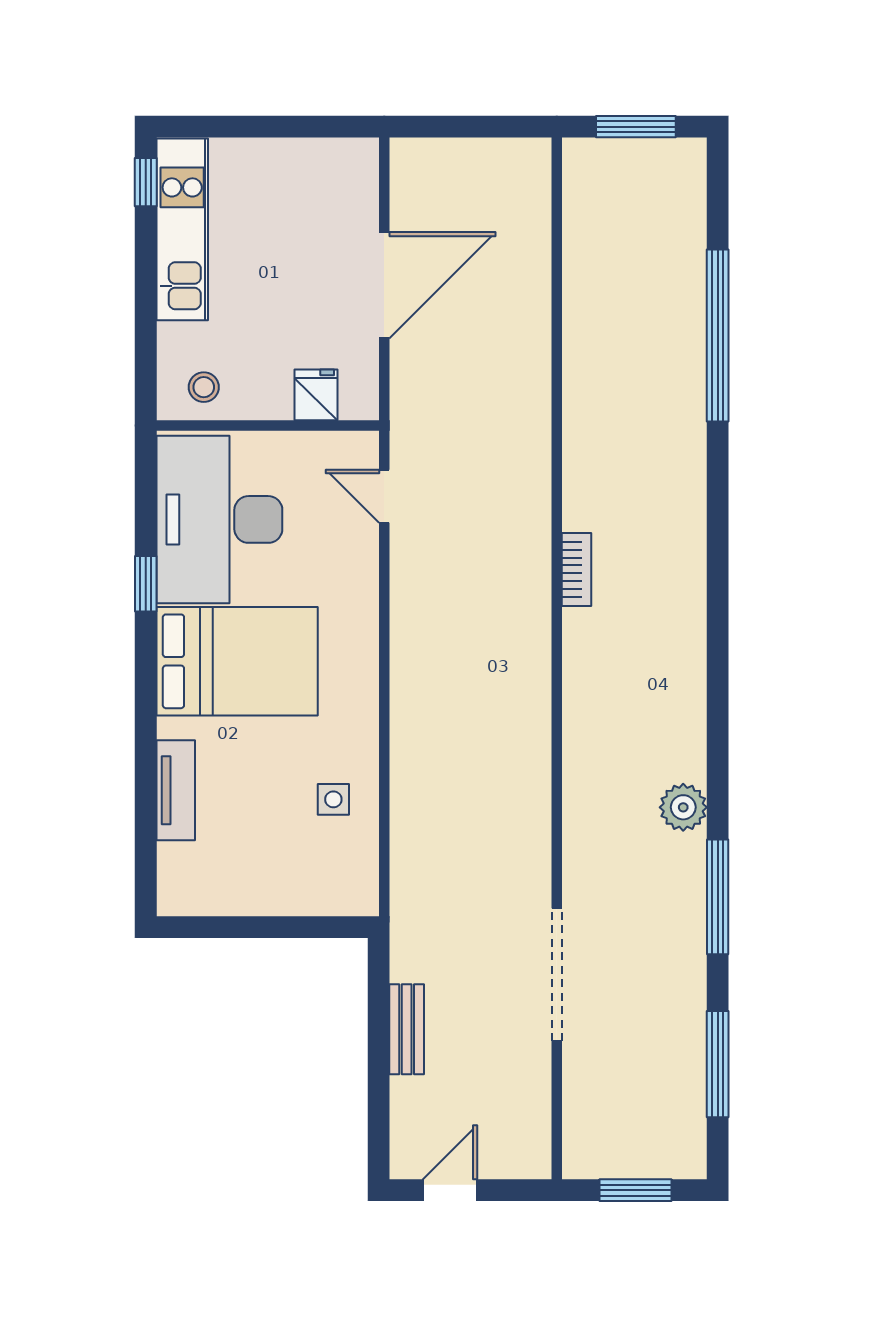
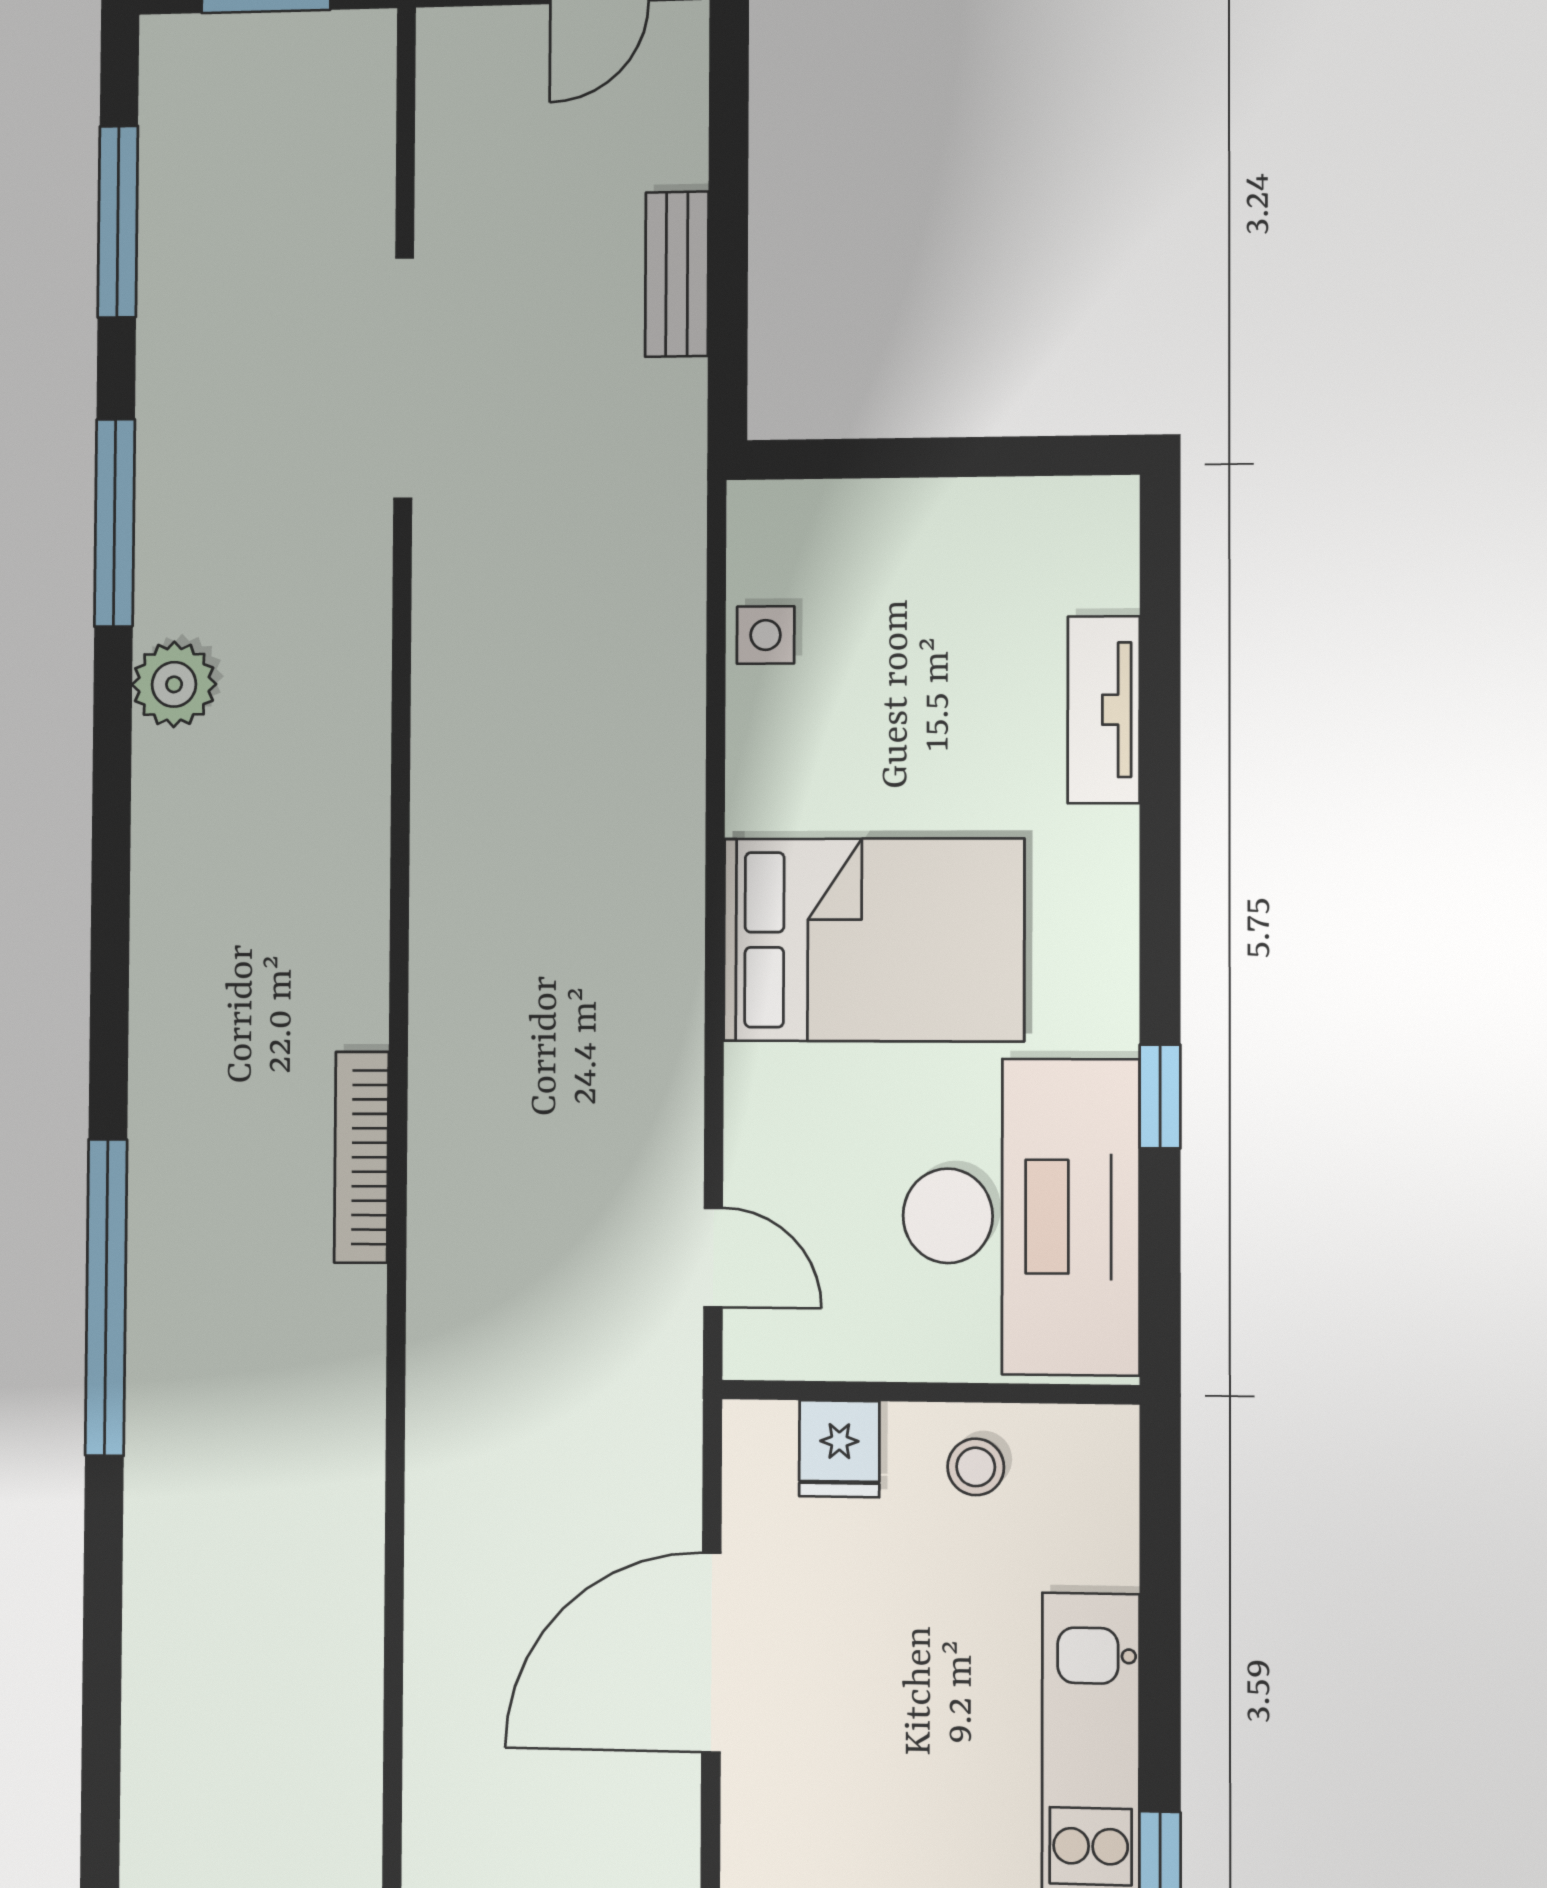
window: (718, 336) -> (106, 1297), moved
stool: (204, 387) -> (976, 1467), moved
bookcase: (577, 569) -> (362, 1157), width x1.56
bed: (237, 661) -> (874, 940), moved, turned 180
side table: (333, 799) -> (766, 635), moved

